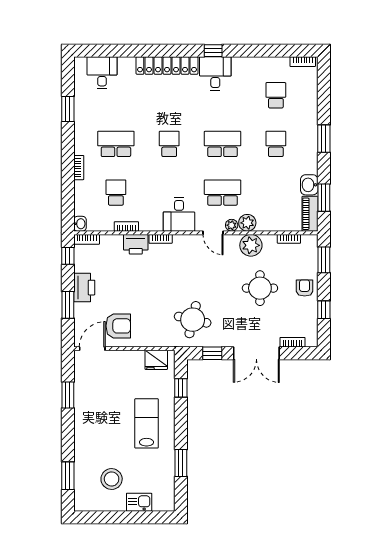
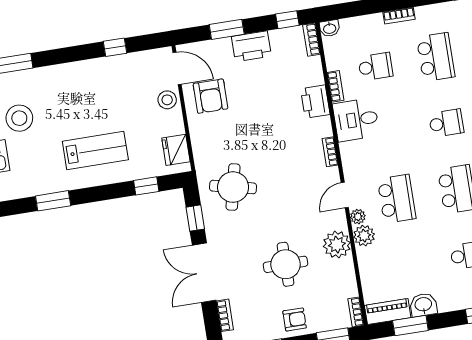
desk: (179, 214) -> (356, 120), moved
bookcase: (161, 239) -> (330, 152), moved
bookcase: (289, 239) -> (356, 312), moved
stool: (116, 361) -> (167, 100), added
window: (68, 395) -> (115, 47), width x0.67

